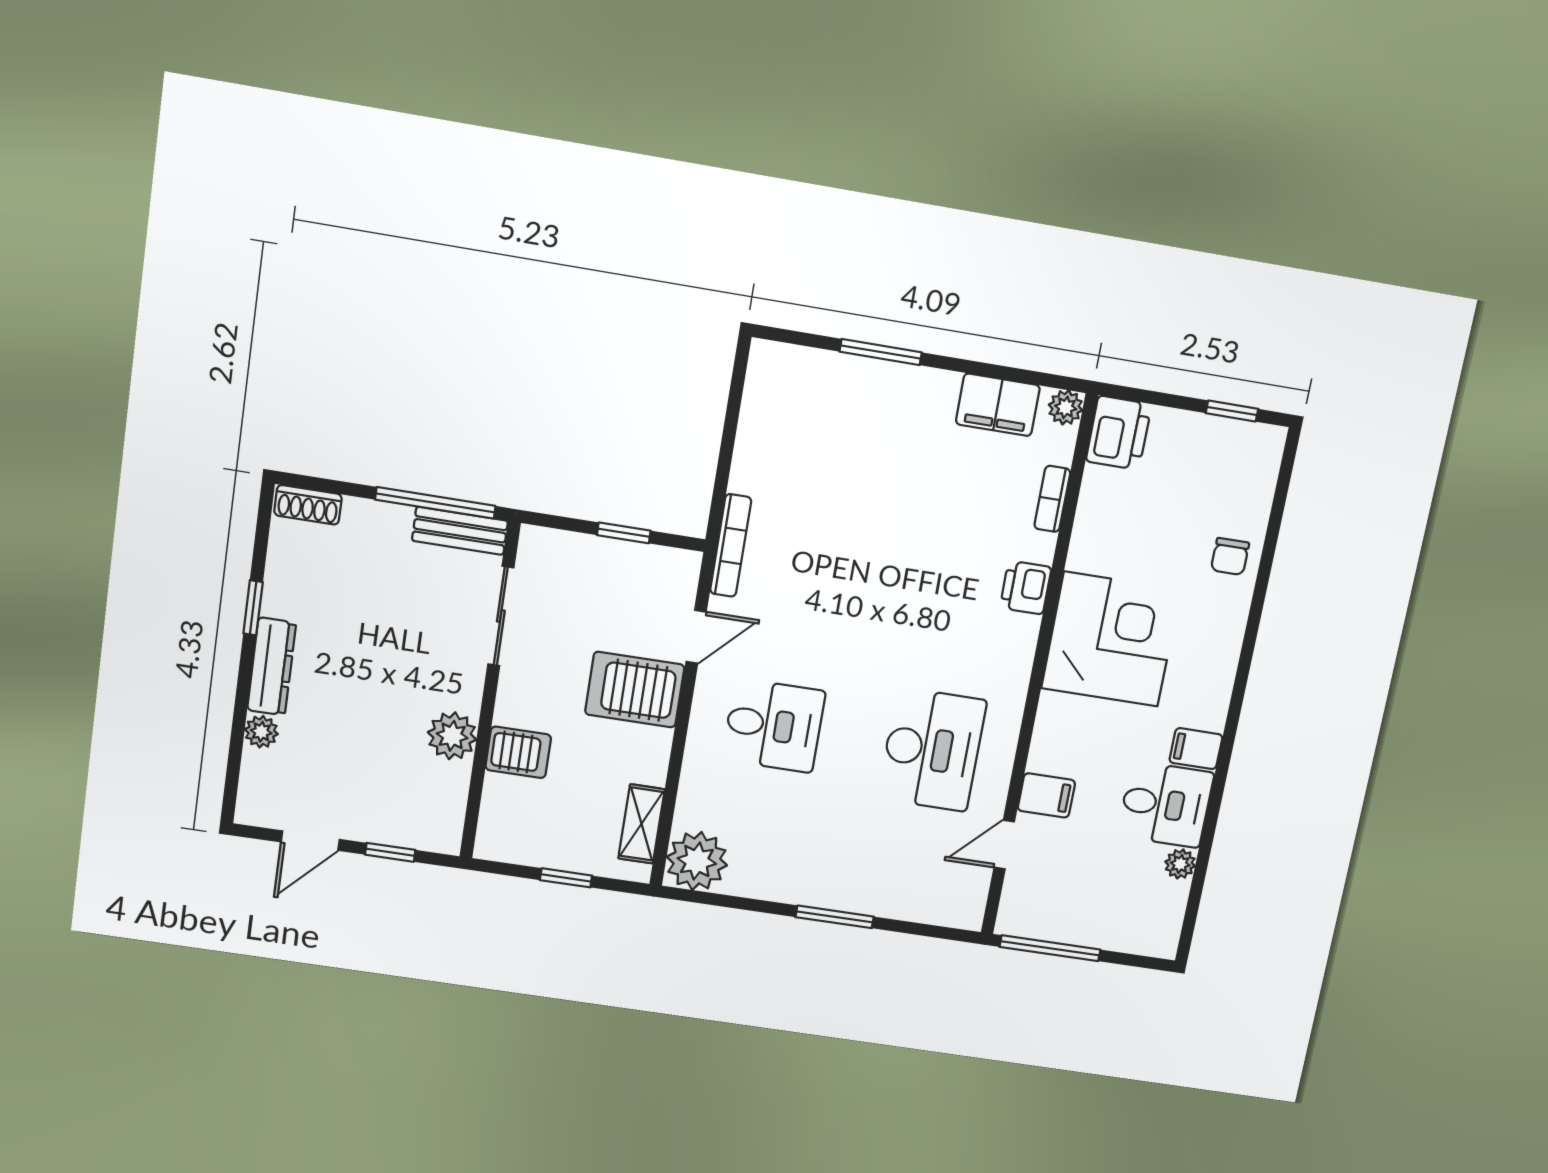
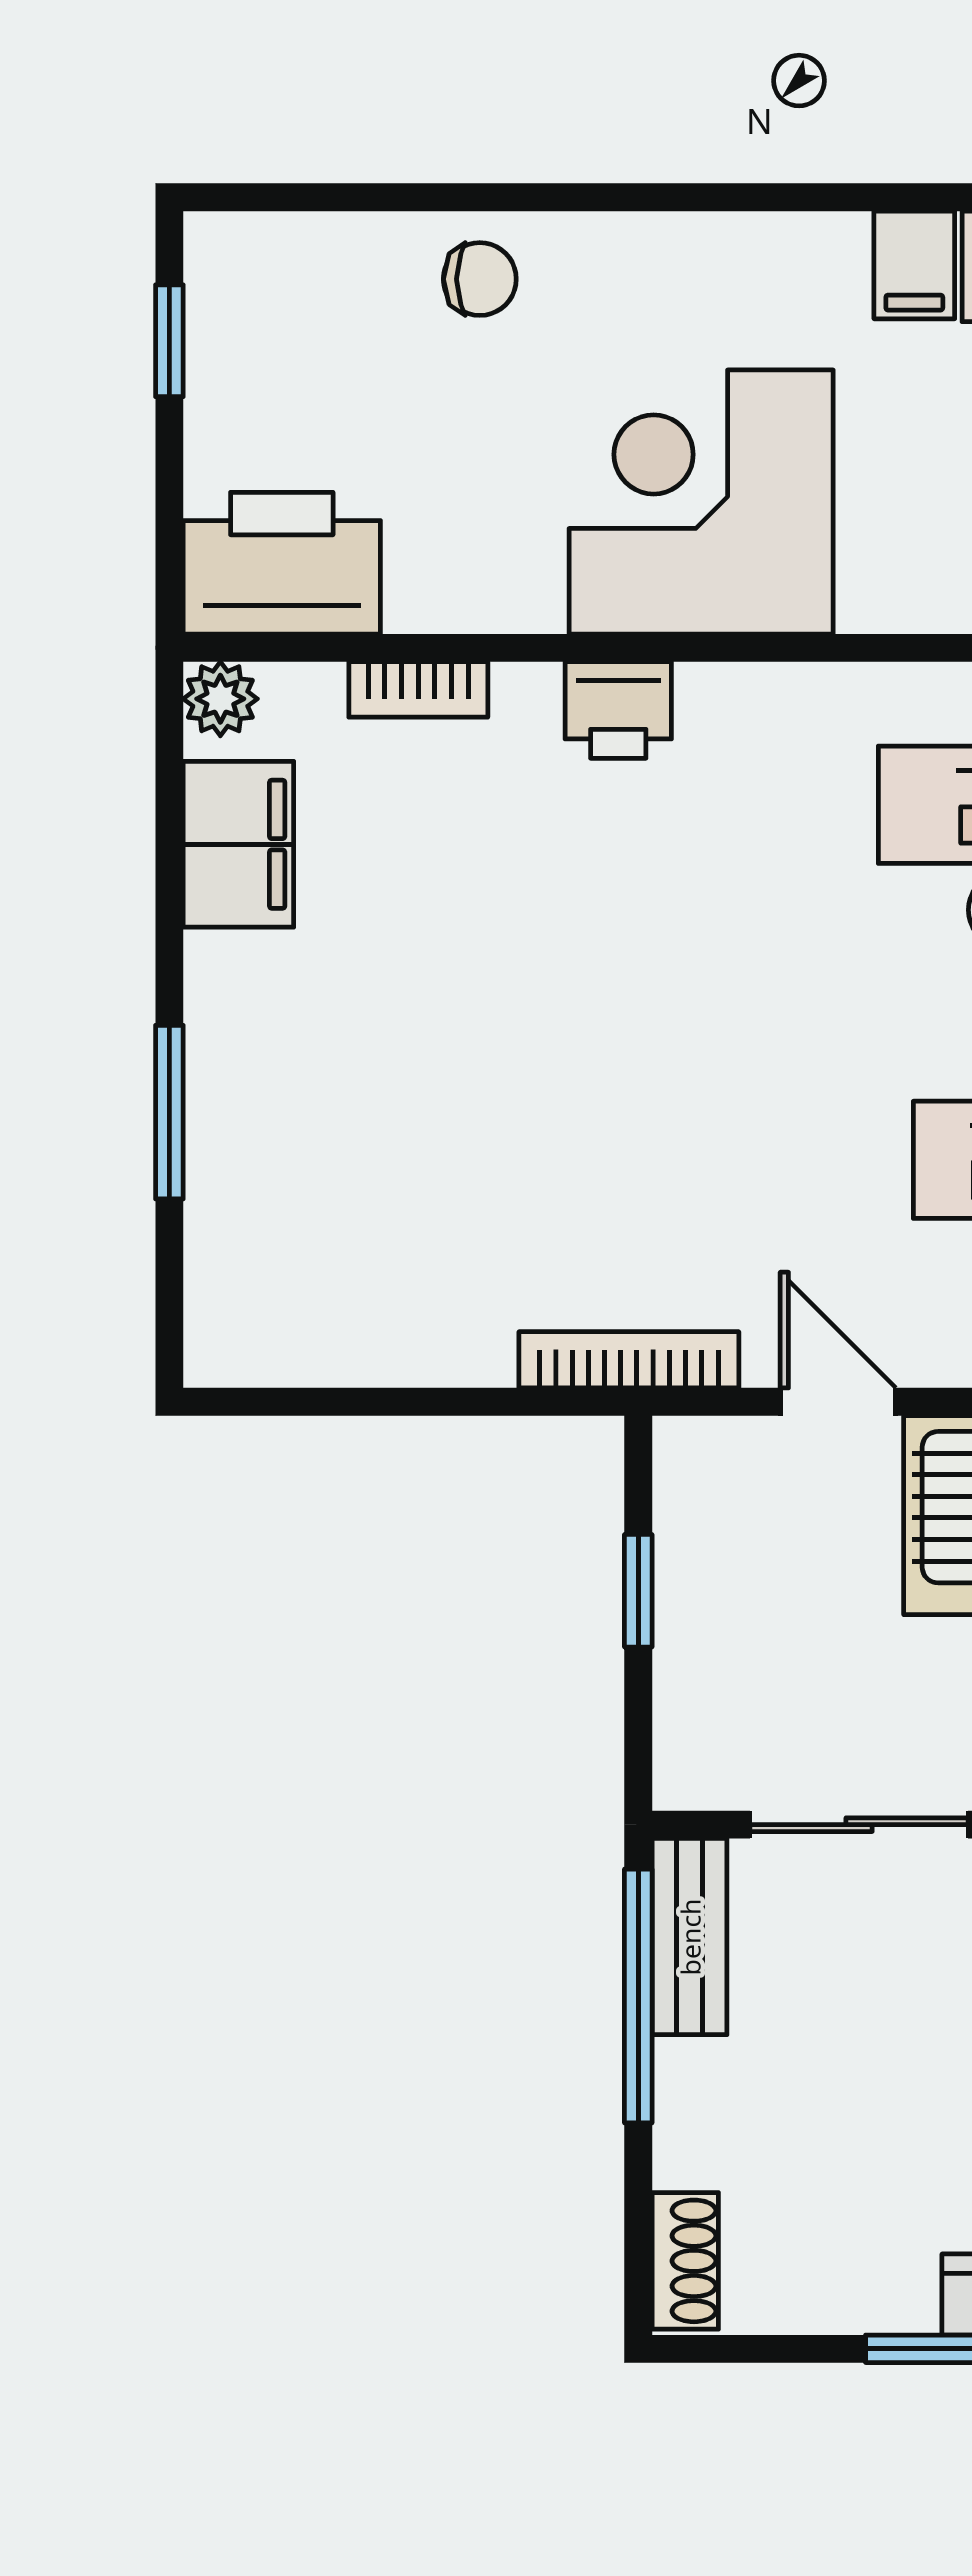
printer: (1119, 433) -> (282, 563), width x1.37, depth x1.19

